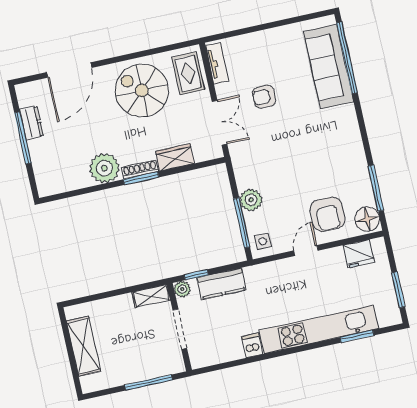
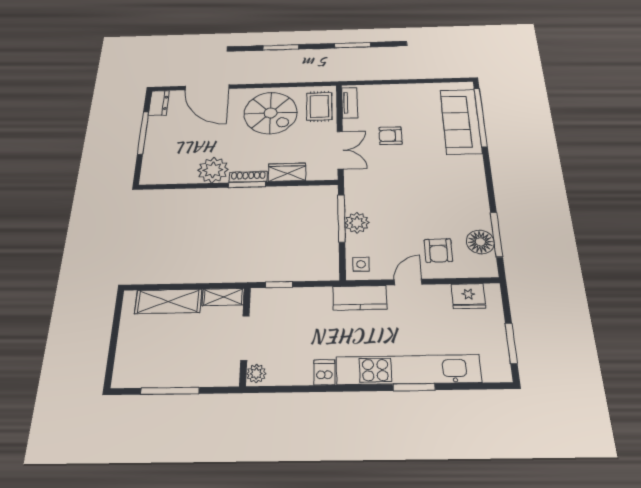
door: (69, 70) -> (207, 87), hinge flipped
spiral stairs: (142, 90) -> (271, 113), turned 180
dresser: (32, 123) -> (159, 103), moved
armchair: (327, 214) -> (438, 250), width x0.72, depth x0.72
floor lamp: (367, 219) -> (480, 242), moved
window: (242, 223) -> (341, 218), moved
kitchen counter: (221, 284) -> (360, 298), moved
plant: (182, 289) -> (256, 374), moved
window: (357, 336) -> (414, 387), moved
shelving: (84, 346) -> (168, 301), moved, turned 90
window: (149, 382) -> (170, 391), moved

